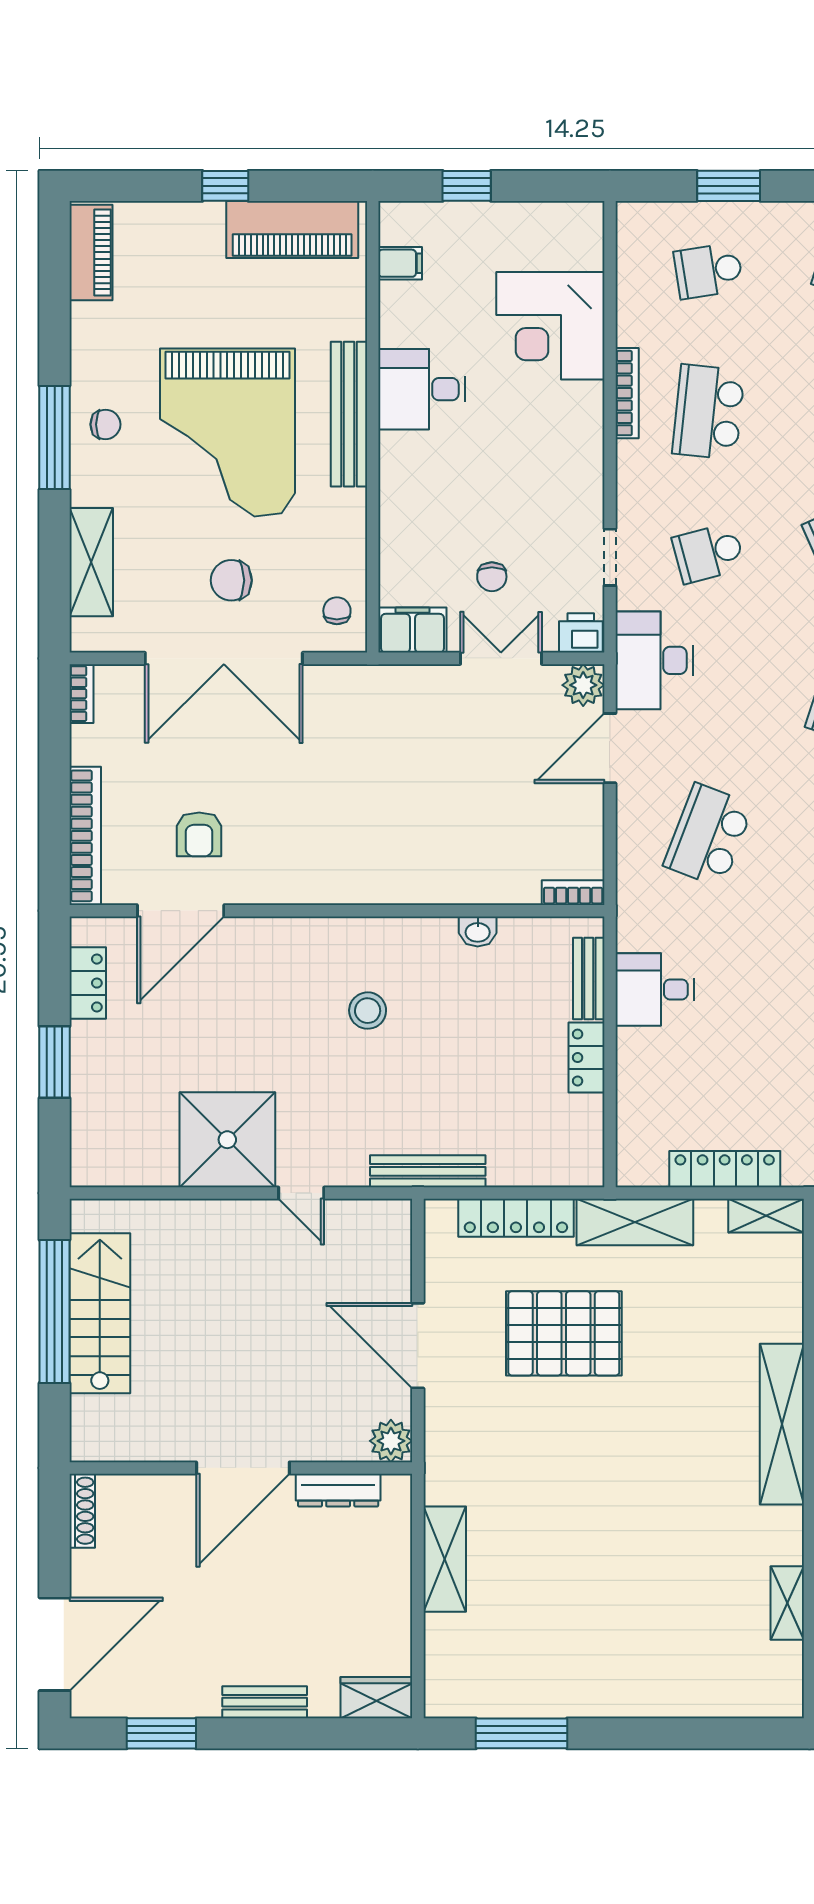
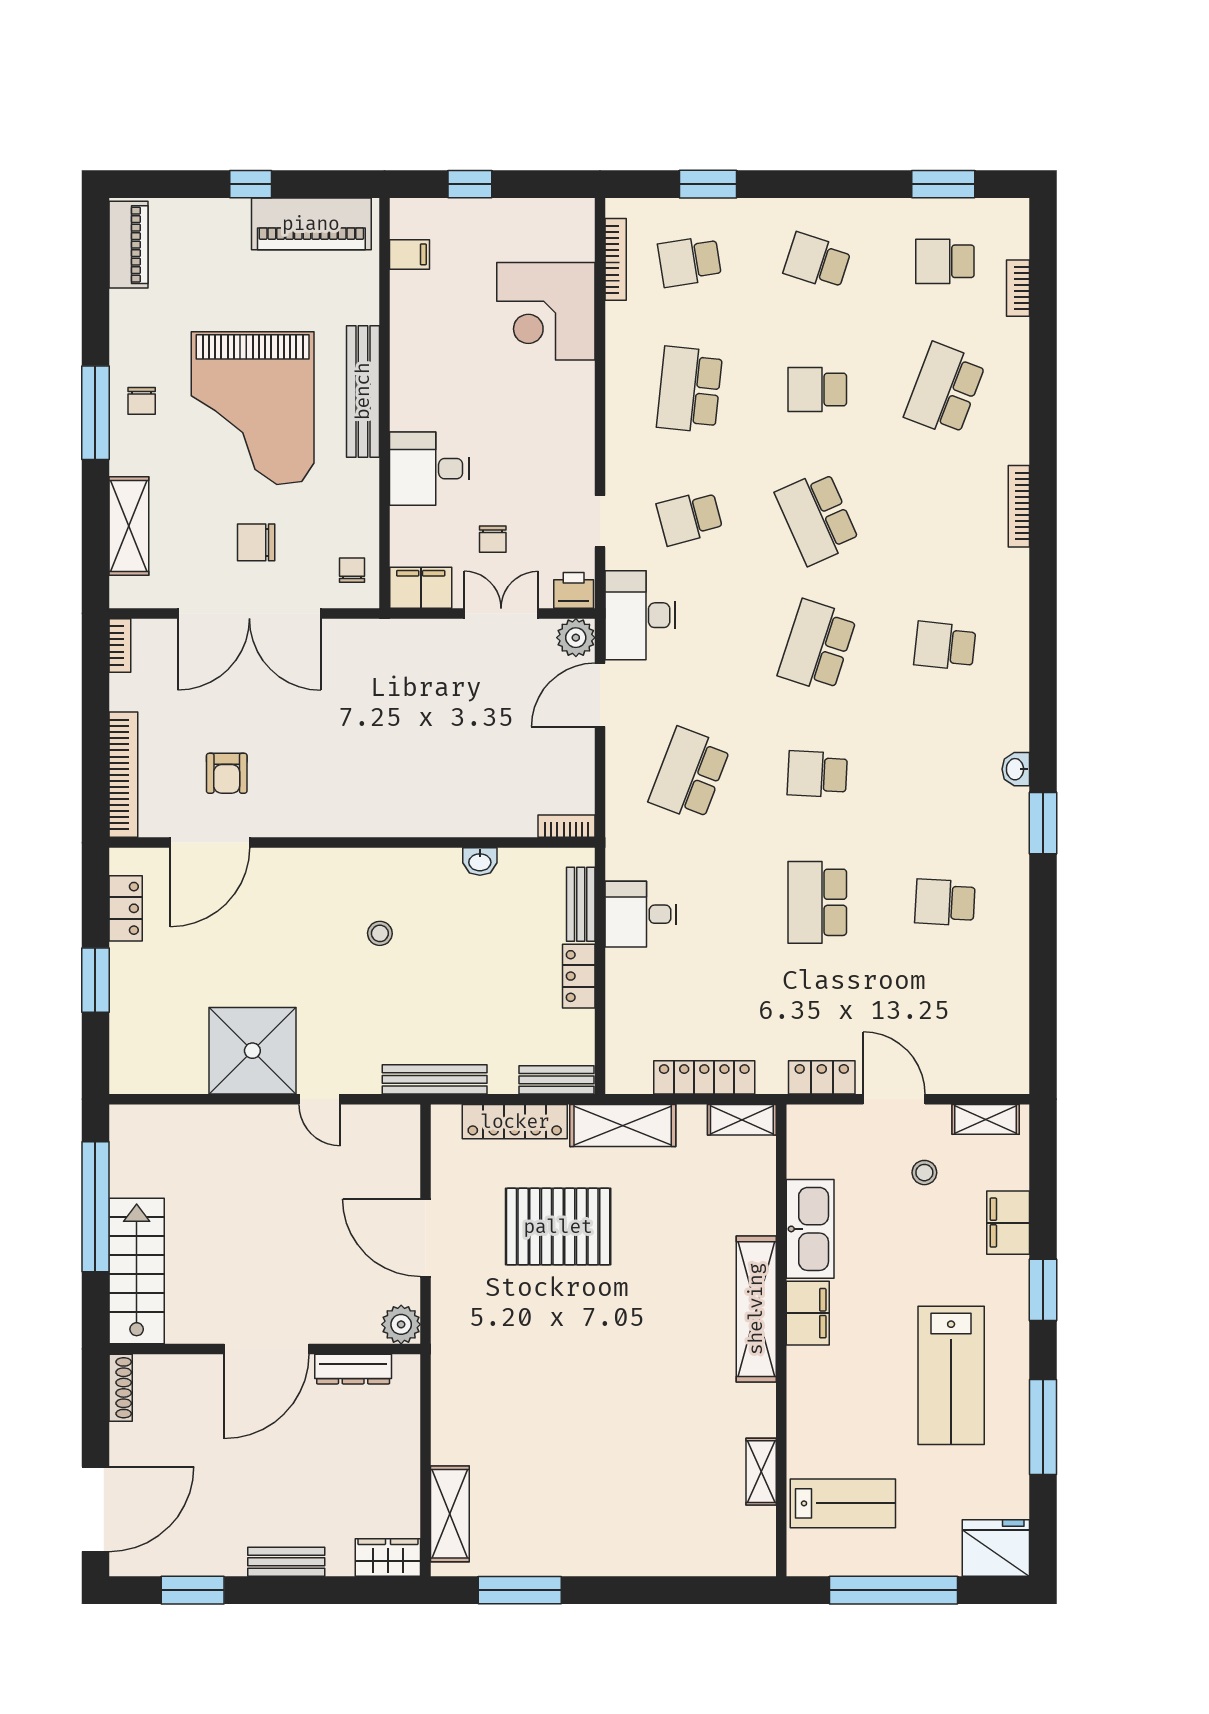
desk: (422, 389) -> (429, 469), moved
bookcase: (627, 393) -> (616, 259), moved
chair: (105, 424) -> (142, 401), turned 90
stool: (368, 1011) -> (380, 933), width x0.73, depth x0.73
bench: (562, 1172) -> (556, 1080), added
stairs: (100, 1313) -> (137, 1271), moved
shelving: (445, 1559) -> (450, 1514), moved

